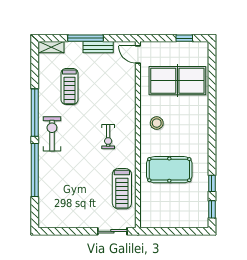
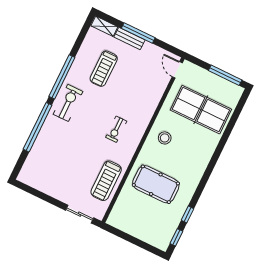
window: (184, 38) -> (225, 75), width x2.17
bench: (98, 47) -> (130, 39), moved

